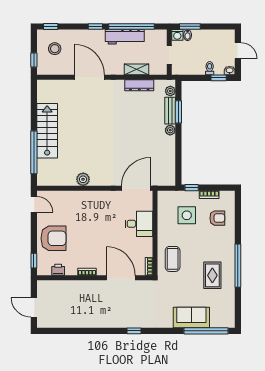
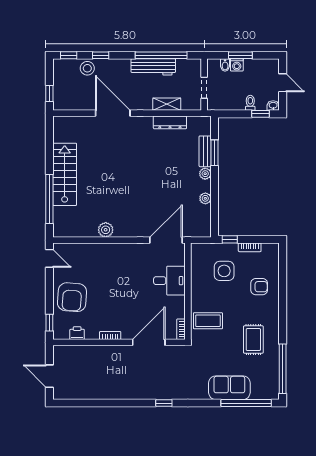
window: (95, 26) -> (101, 55), moved
window: (190, 26) -> (240, 55), moved
washing machine: (177, 35) -> (237, 65), moved
stool: (55, 49) -> (87, 68), moved
plant: (170, 91) -> (205, 198), moved
armchair: (217, 218) -> (259, 287), moved
armchair: (54, 238) -> (72, 297), turned 94
coffee table: (173, 259) -> (208, 321), turned 90
window: (238, 266) -> (283, 369), moved
door: (121, 278) -> (149, 342), hinge flipped

